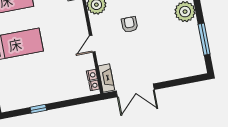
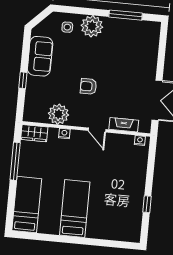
nightstand: (92, 75) -> (64, 133), moved
fireplace: (106, 78) -> (124, 125), moved

